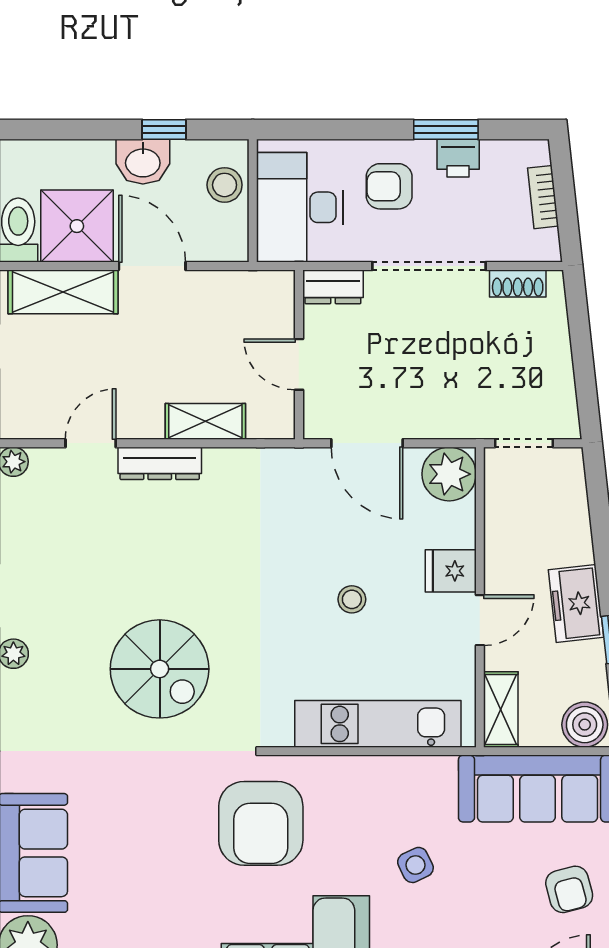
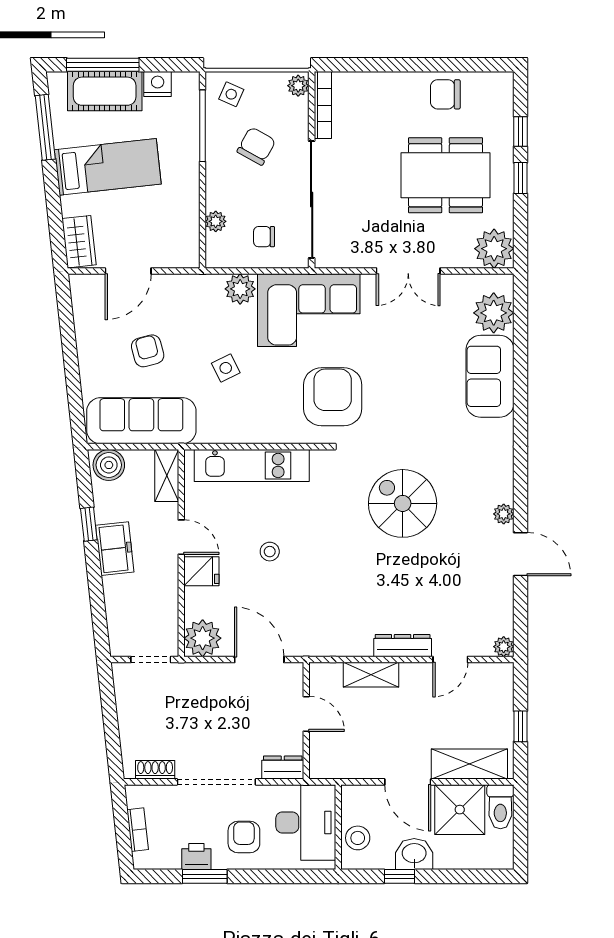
armchair: (389, 186) -> (244, 837), turned -90
door: (480, 620) -> (181, 537), swing flipped
armchair: (569, 889) -> (148, 351), moved

